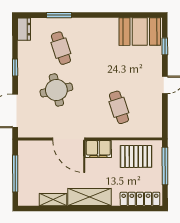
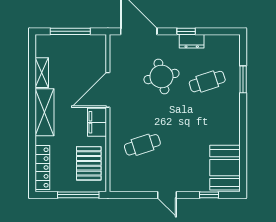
dresser: (24, 29) -> (192, 41), moved

